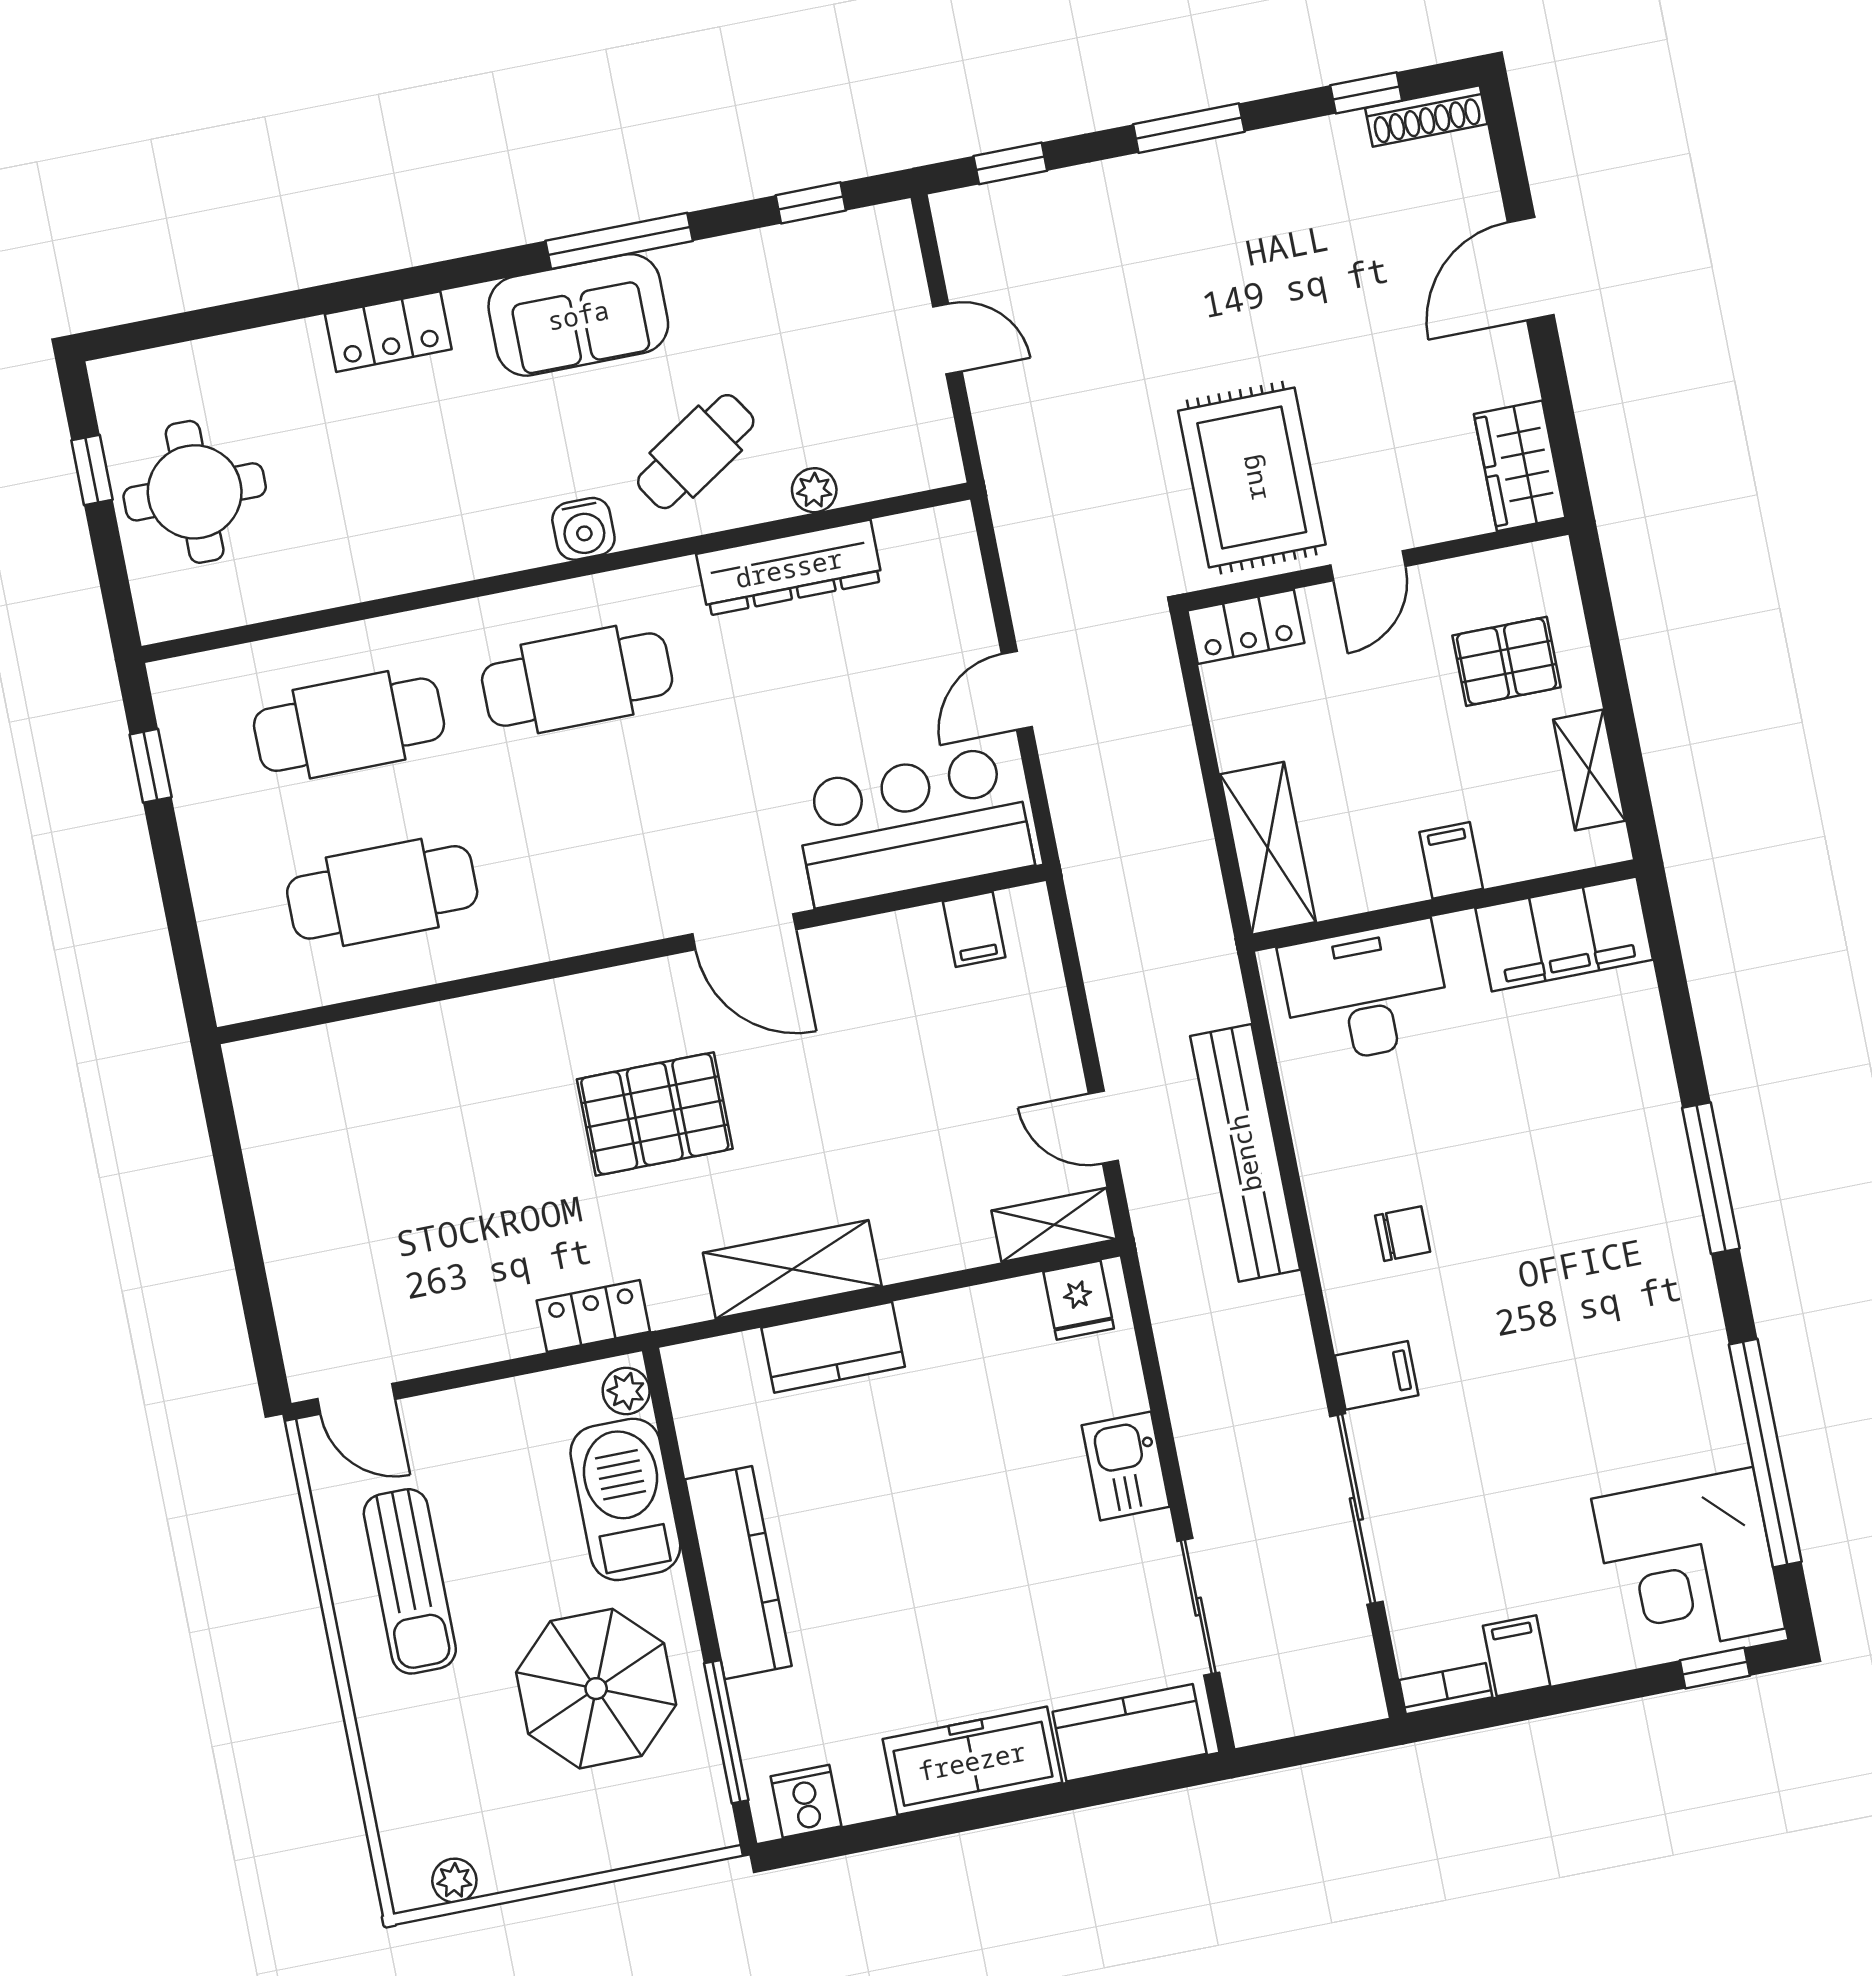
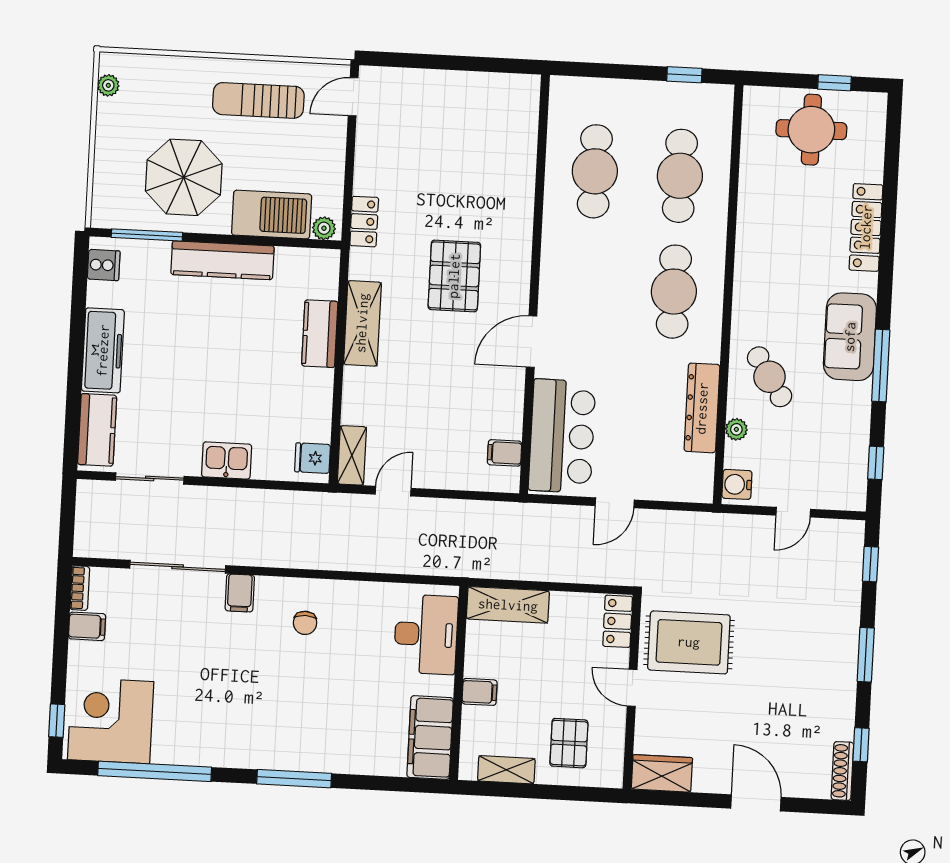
locker: (388, 332) -> (866, 227), width x1.53
water cooler: (583, 529) -> (737, 484), moved
door: (1017, 691) -> (615, 503), swing flipped
bench: (1245, 1153) -> (363, 557), removed

